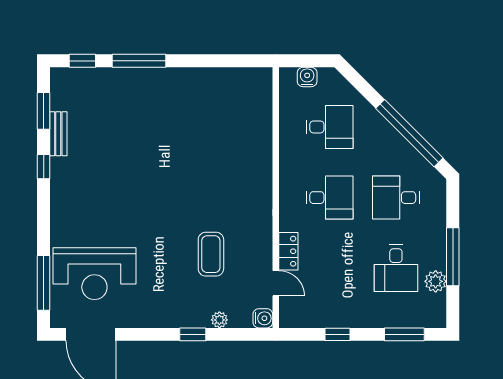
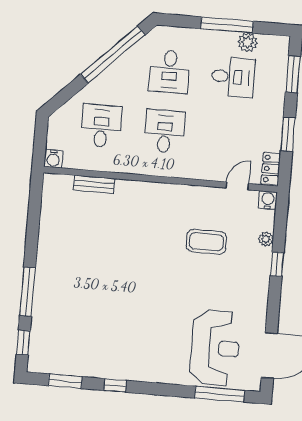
water cooler: (307, 77) -> (53, 159), moved, turned -90
bench: (58, 134) -> (94, 184), moved
locker: (288, 251) -> (271, 169), moved, turned -90
window: (337, 334) -> (288, 134), width x1.50

